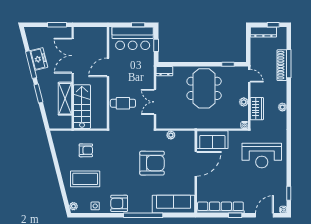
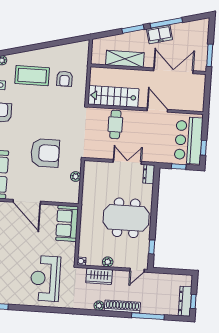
dresser: (263, 32) -> (185, 301), moved
freezer: (39, 59) -> (159, 34), moved
shoe rack: (282, 65) -> (122, 307), moved
double door: (155, 102) -> (127, 162), moved
stairs: (82, 107) -> (113, 96), moved, turned 180
armchair: (152, 163) -> (45, 153), turned -90
door: (196, 164) -> (27, 202), moved
coffee table: (85, 179) -> (32, 76), turned 90

